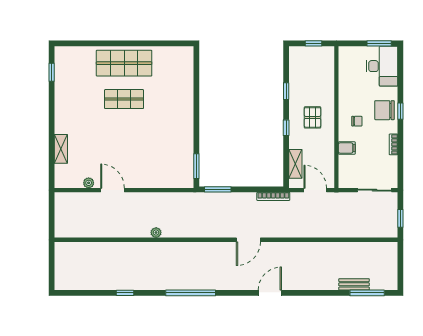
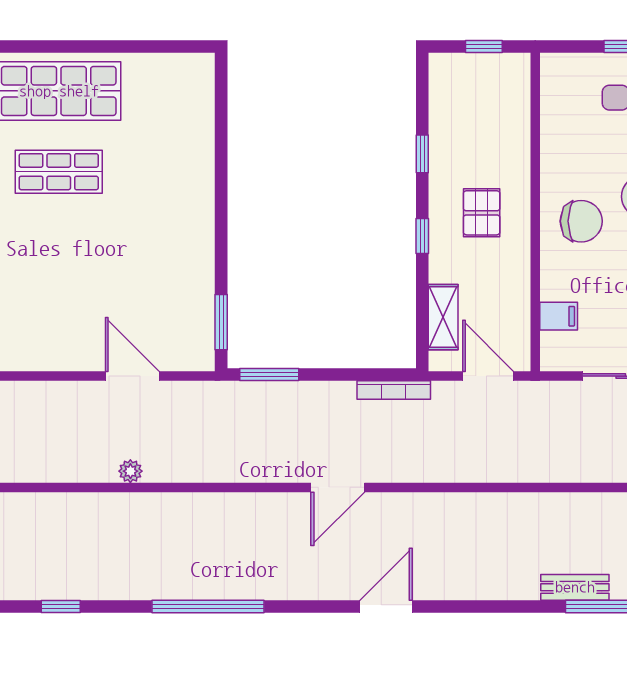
chair: (357, 121) -> (581, 221), width x1.87, depth x1.87
filing cabinet: (347, 148) -> (559, 316), moved
door: (113, 190) -> (132, 376), moved

